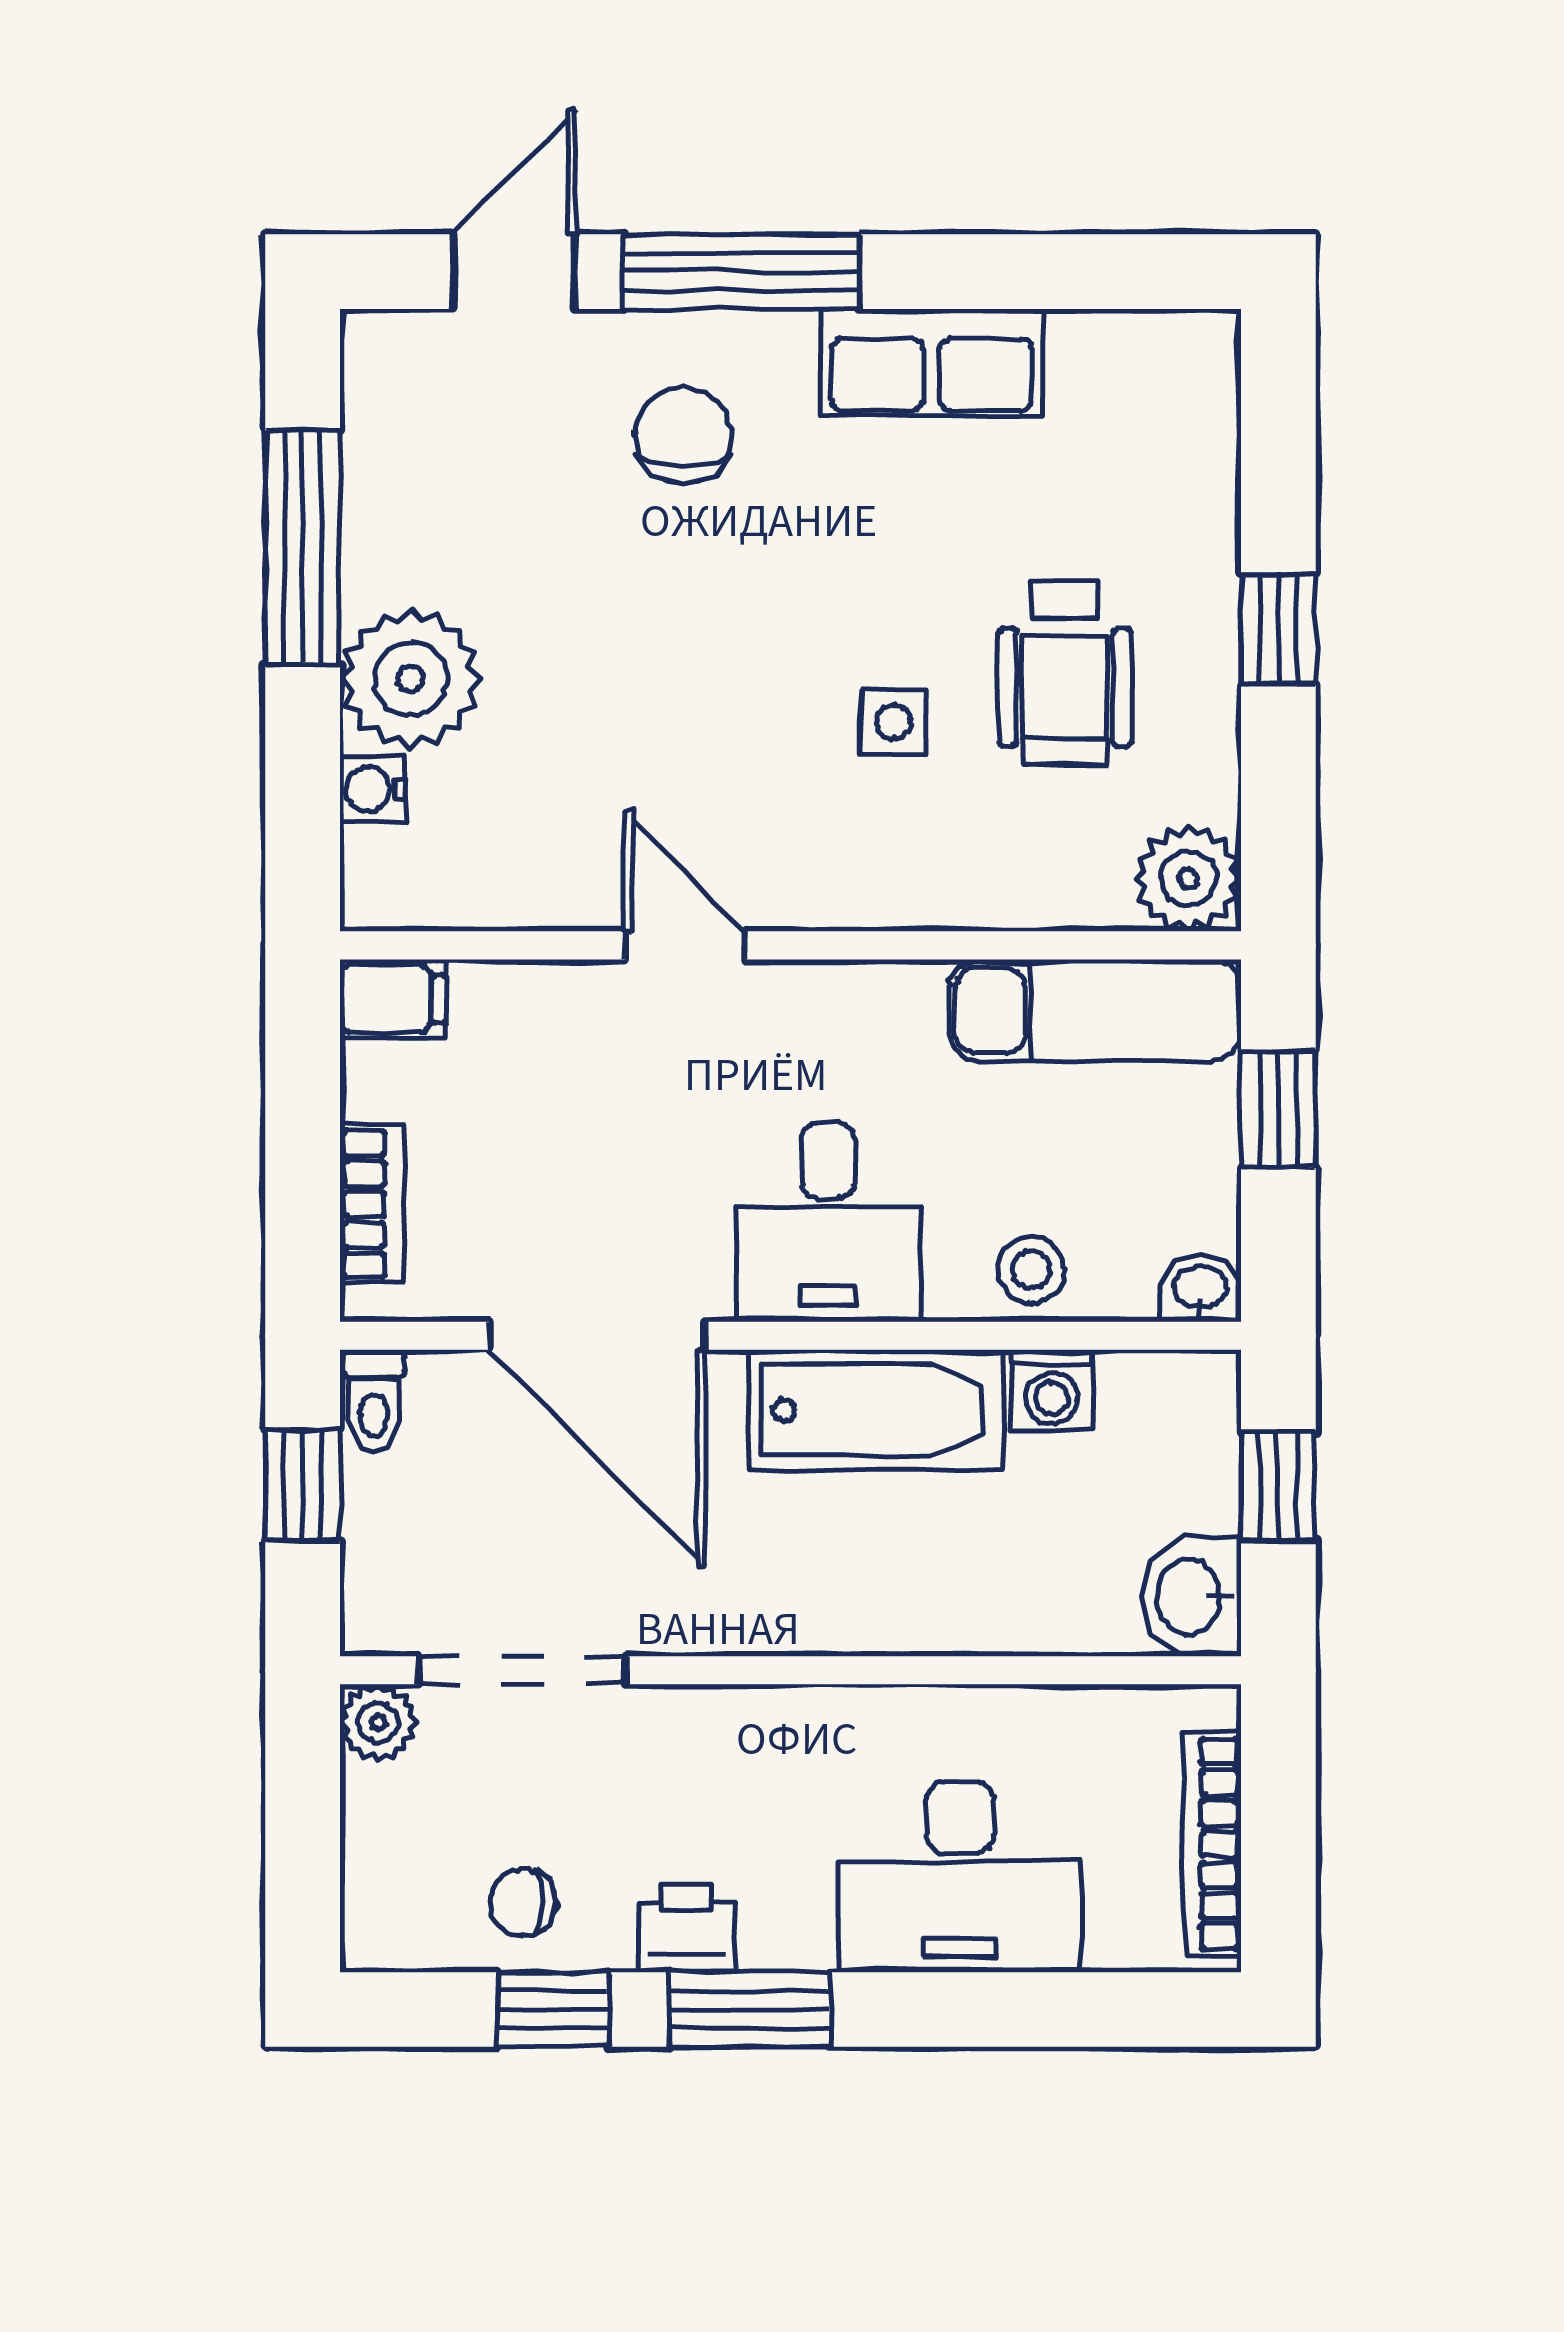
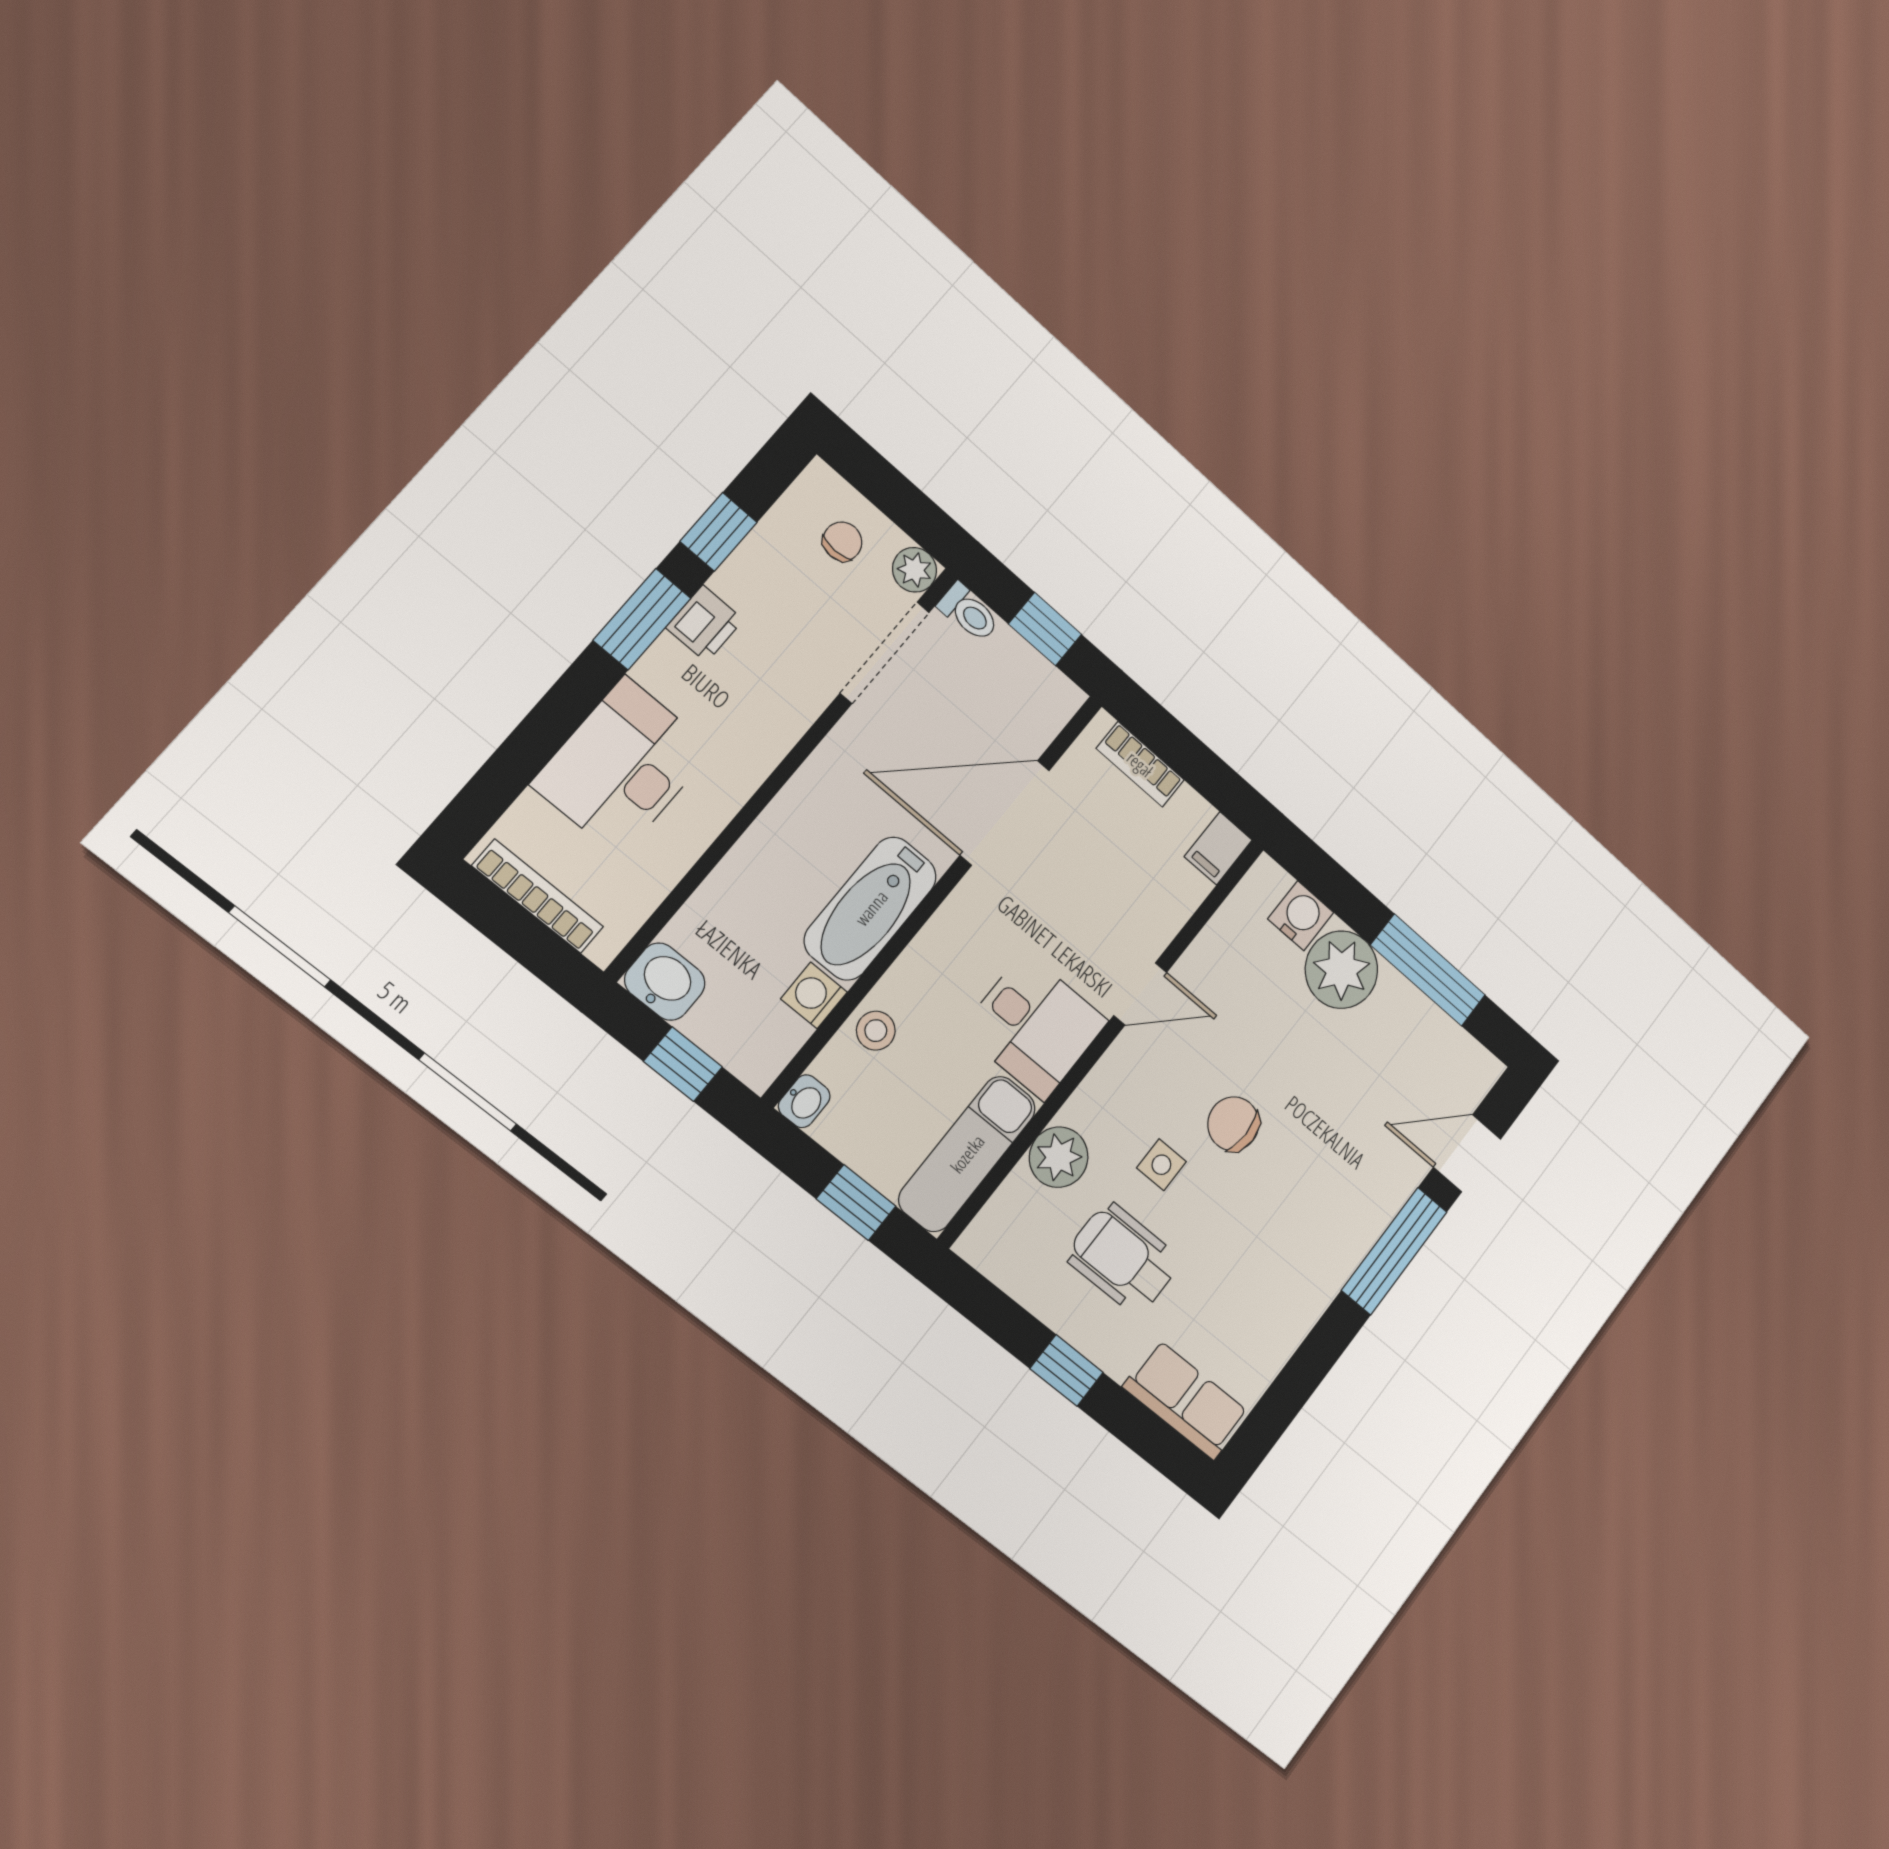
door: (514, 272) -> (1467, 1153), swing flipped
row of seats: (931, 362) -> (1186, 1400), moved, turned 90
chair: (683, 435) -> (1233, 1124), moved, turned 180
water cooler: (373, 789) -> (1301, 916), width x1.38, depth x1.38
plant: (1188, 879) -> (1059, 1157), moved
desk: (828, 1222) -> (1034, 1026), moved, turned 180
toilet: (374, 1401) -> (969, 612), moved, turned 180
chair: (523, 1902) -> (842, 541), moved

